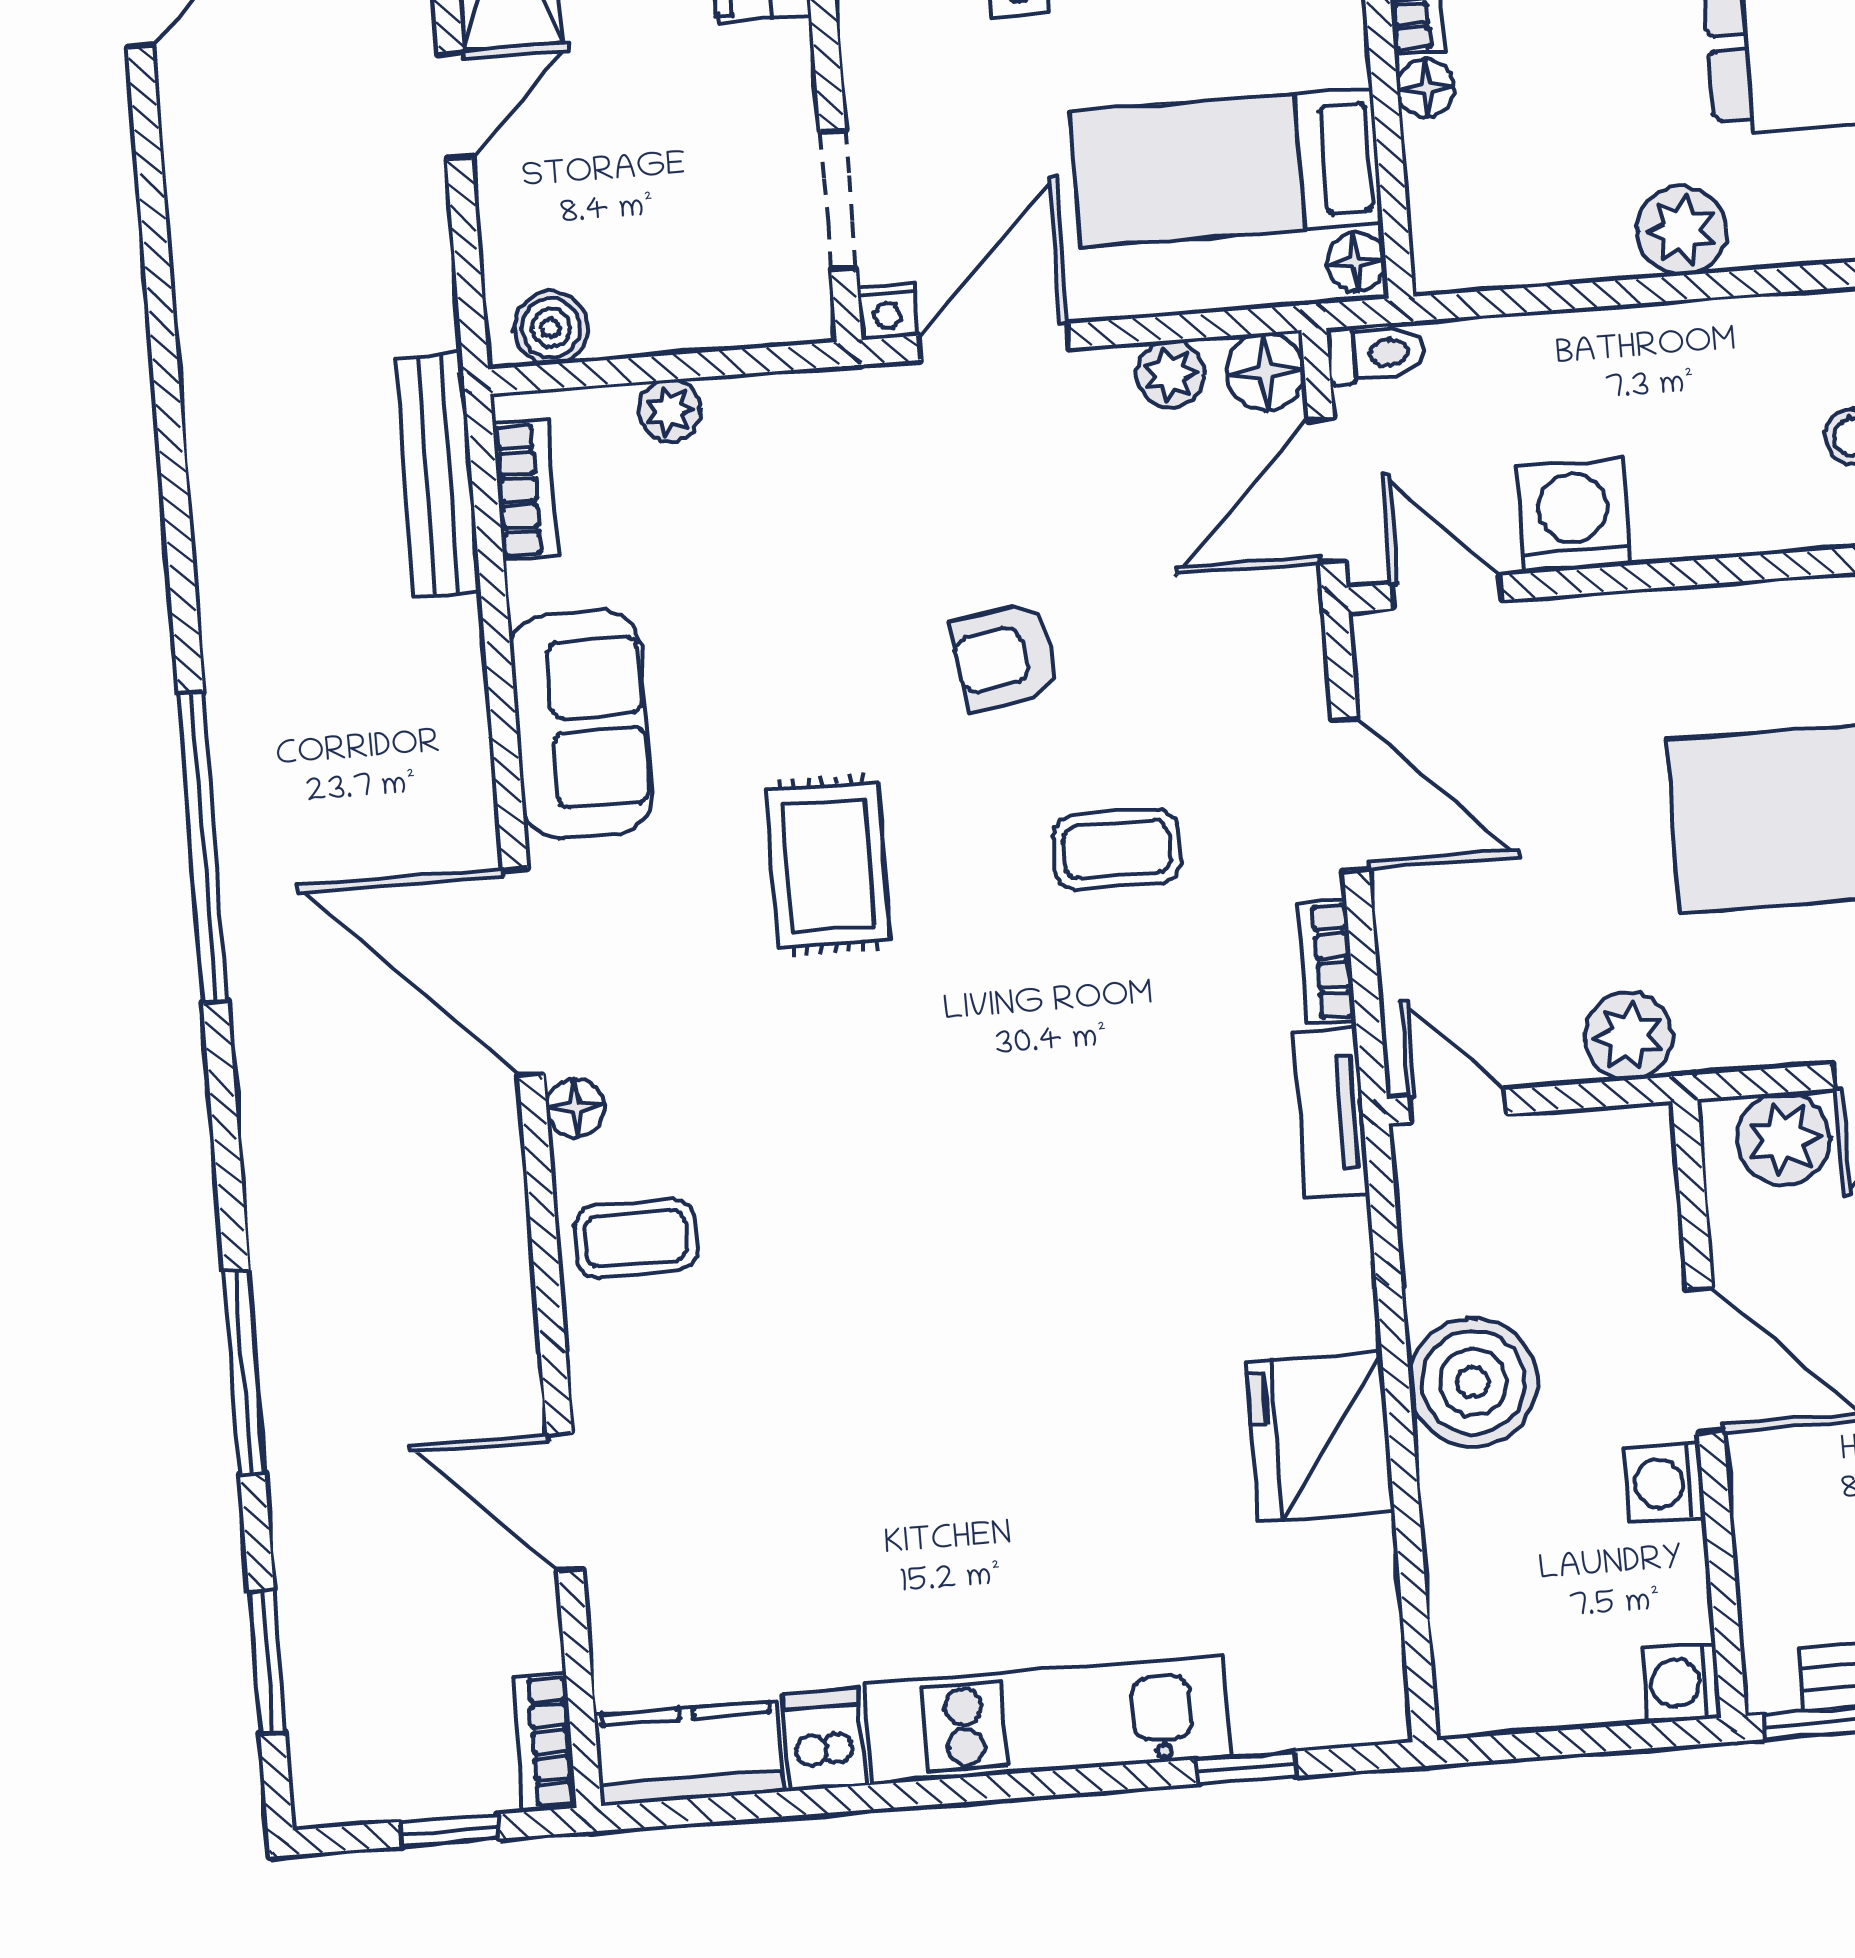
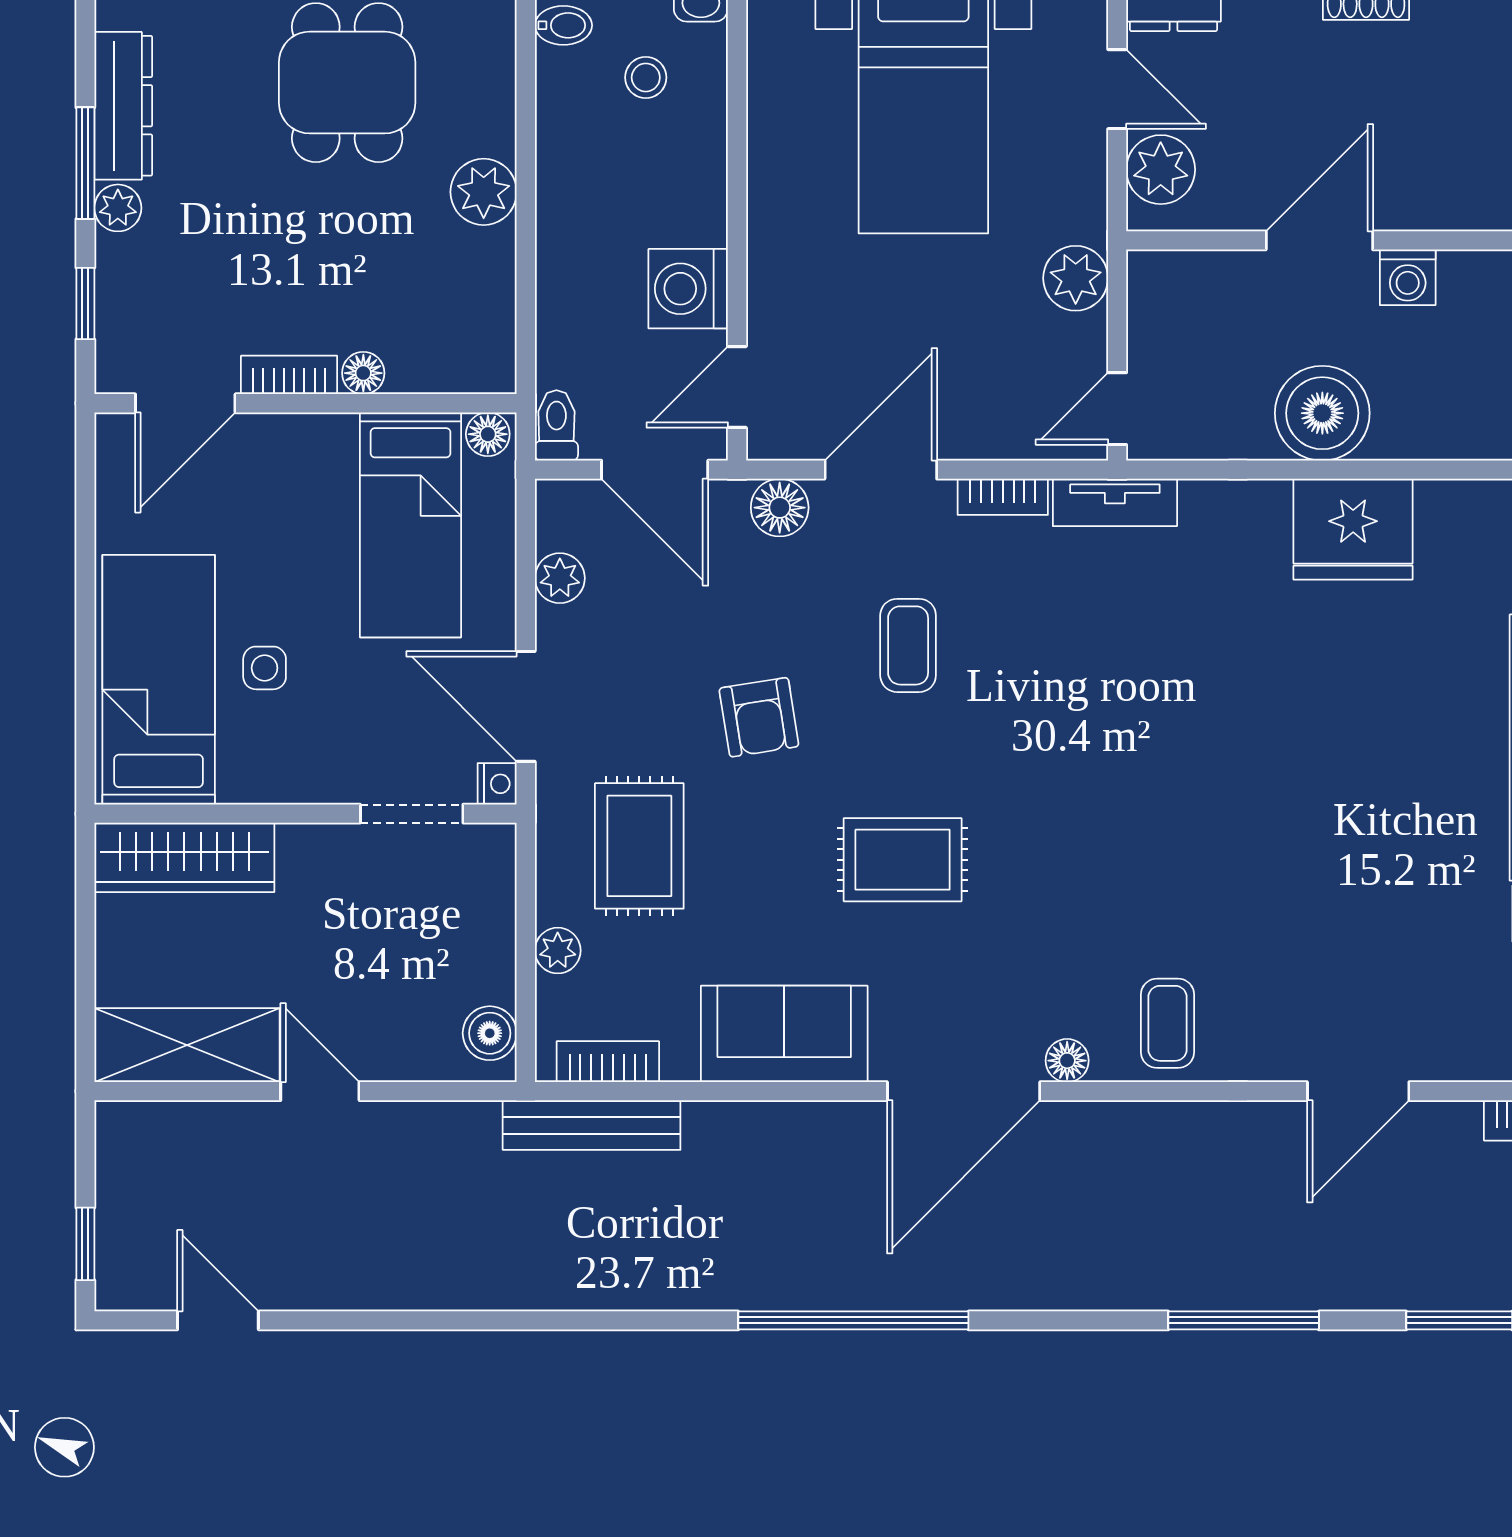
floor lamp: (1266, 372) -> (780, 508), moved
rug: (819, 509) -> (639, 846), added

